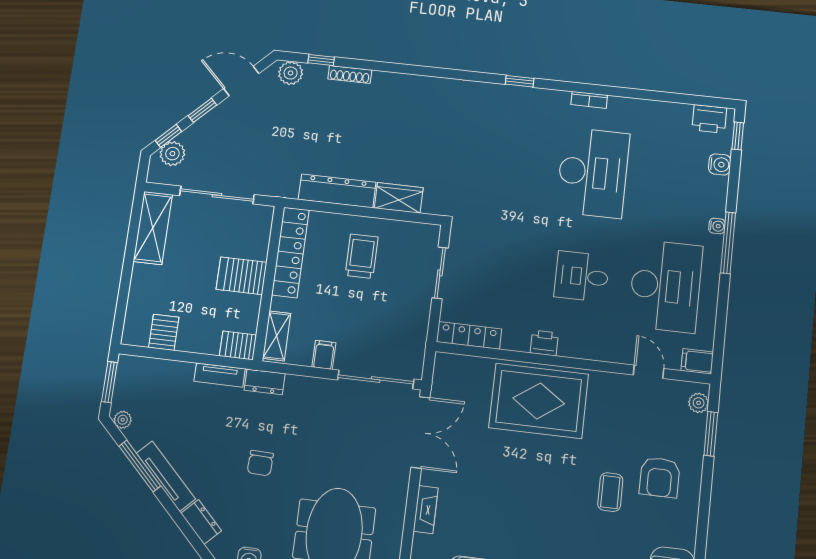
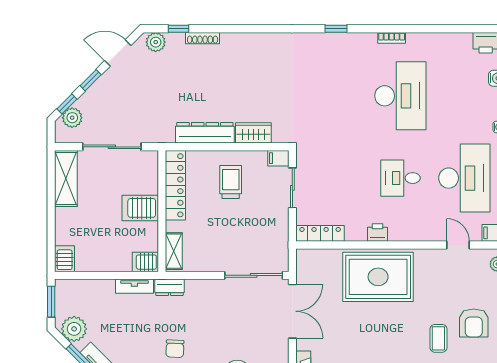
server rack: (164, 332) -> (65, 259), moved
filing cabinet: (324, 355) -> (278, 158), moved, turned -90
plant: (123, 420) -> (74, 329), width x1.88, depth x1.88

